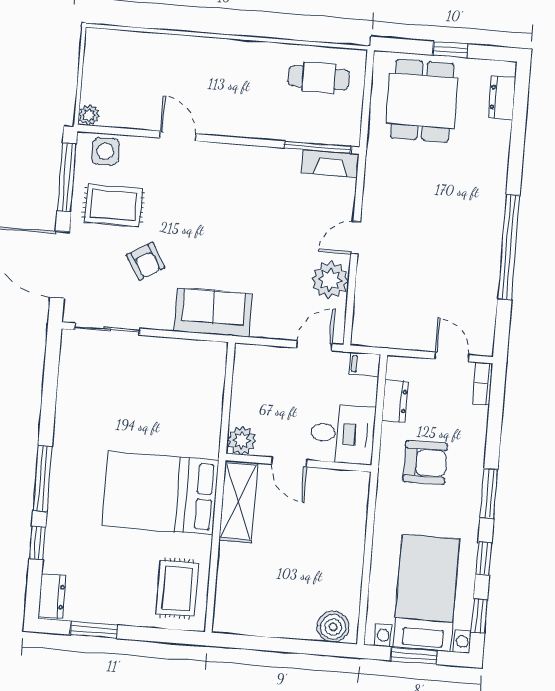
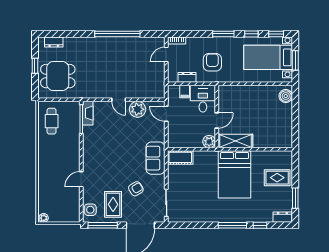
plant: (89, 115) -> (44, 218), moved
filing cabinet: (365, 364) -> (185, 92), moved
cot: (210, 370) -> (180, 157), added
rug: (177, 588) -> (277, 178), moved

